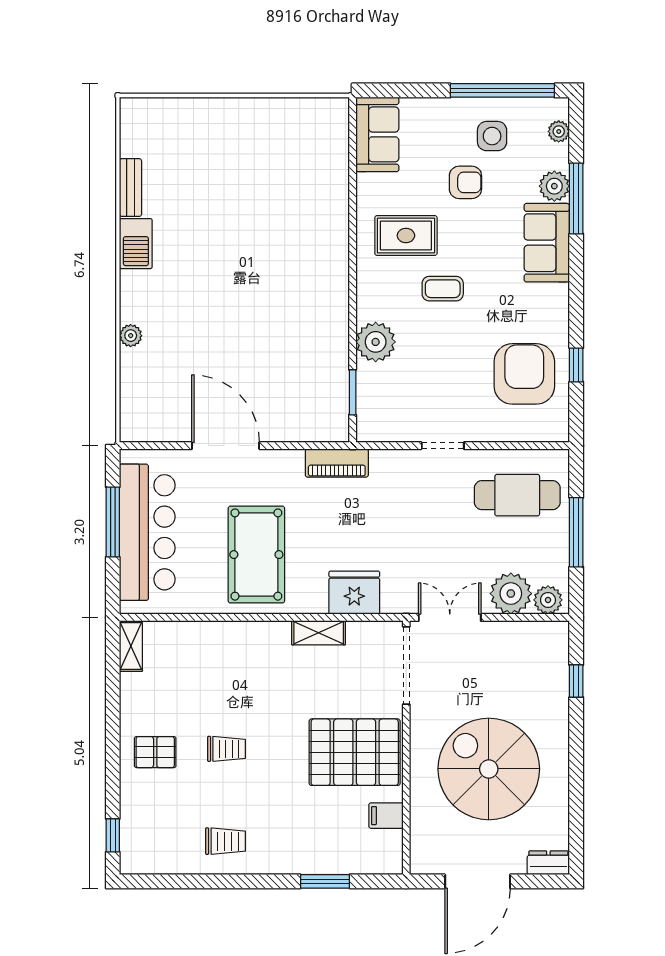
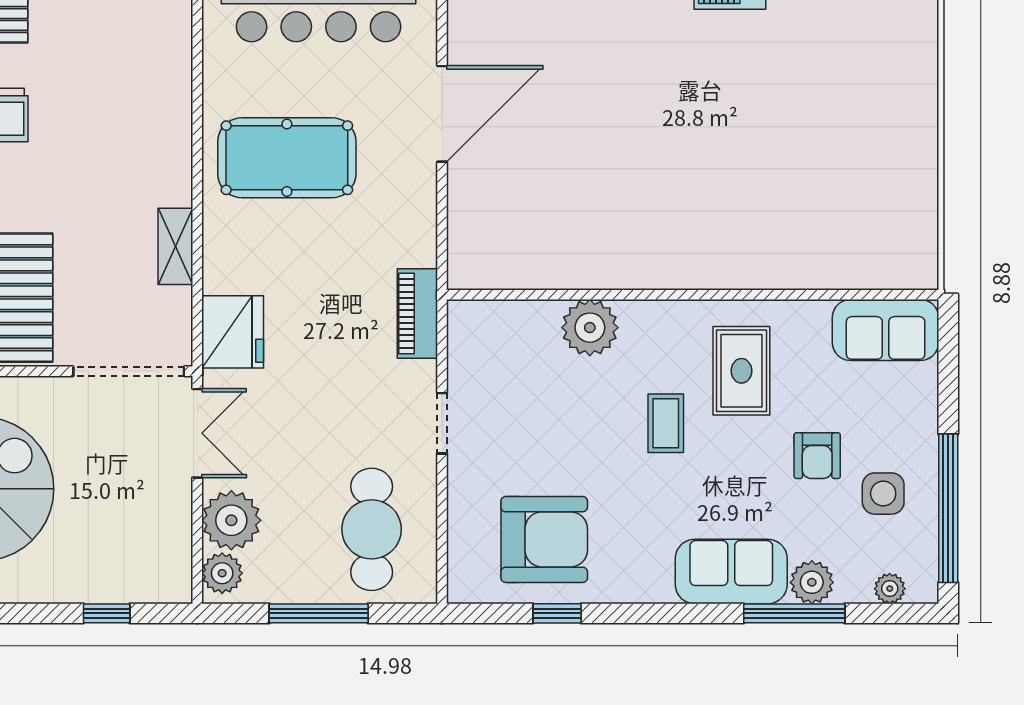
window: (353, 392) -> (518, 295), removed
piano: (337, 463) -> (417, 313), moved
fridge: (354, 593) -> (233, 332), moved

